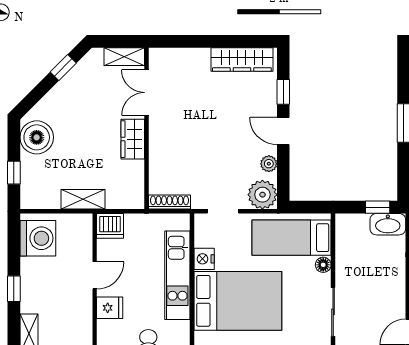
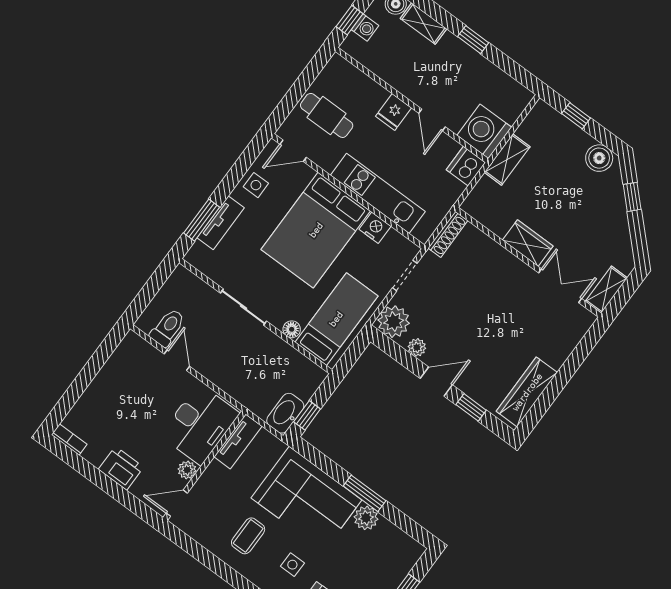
window: (63, 68) -> (632, 197), moved
boiler: (37, 137) -> (599, 158), width x0.73, depth x0.73
washing machine: (38, 238) -> (484, 131), moved, turned 90

